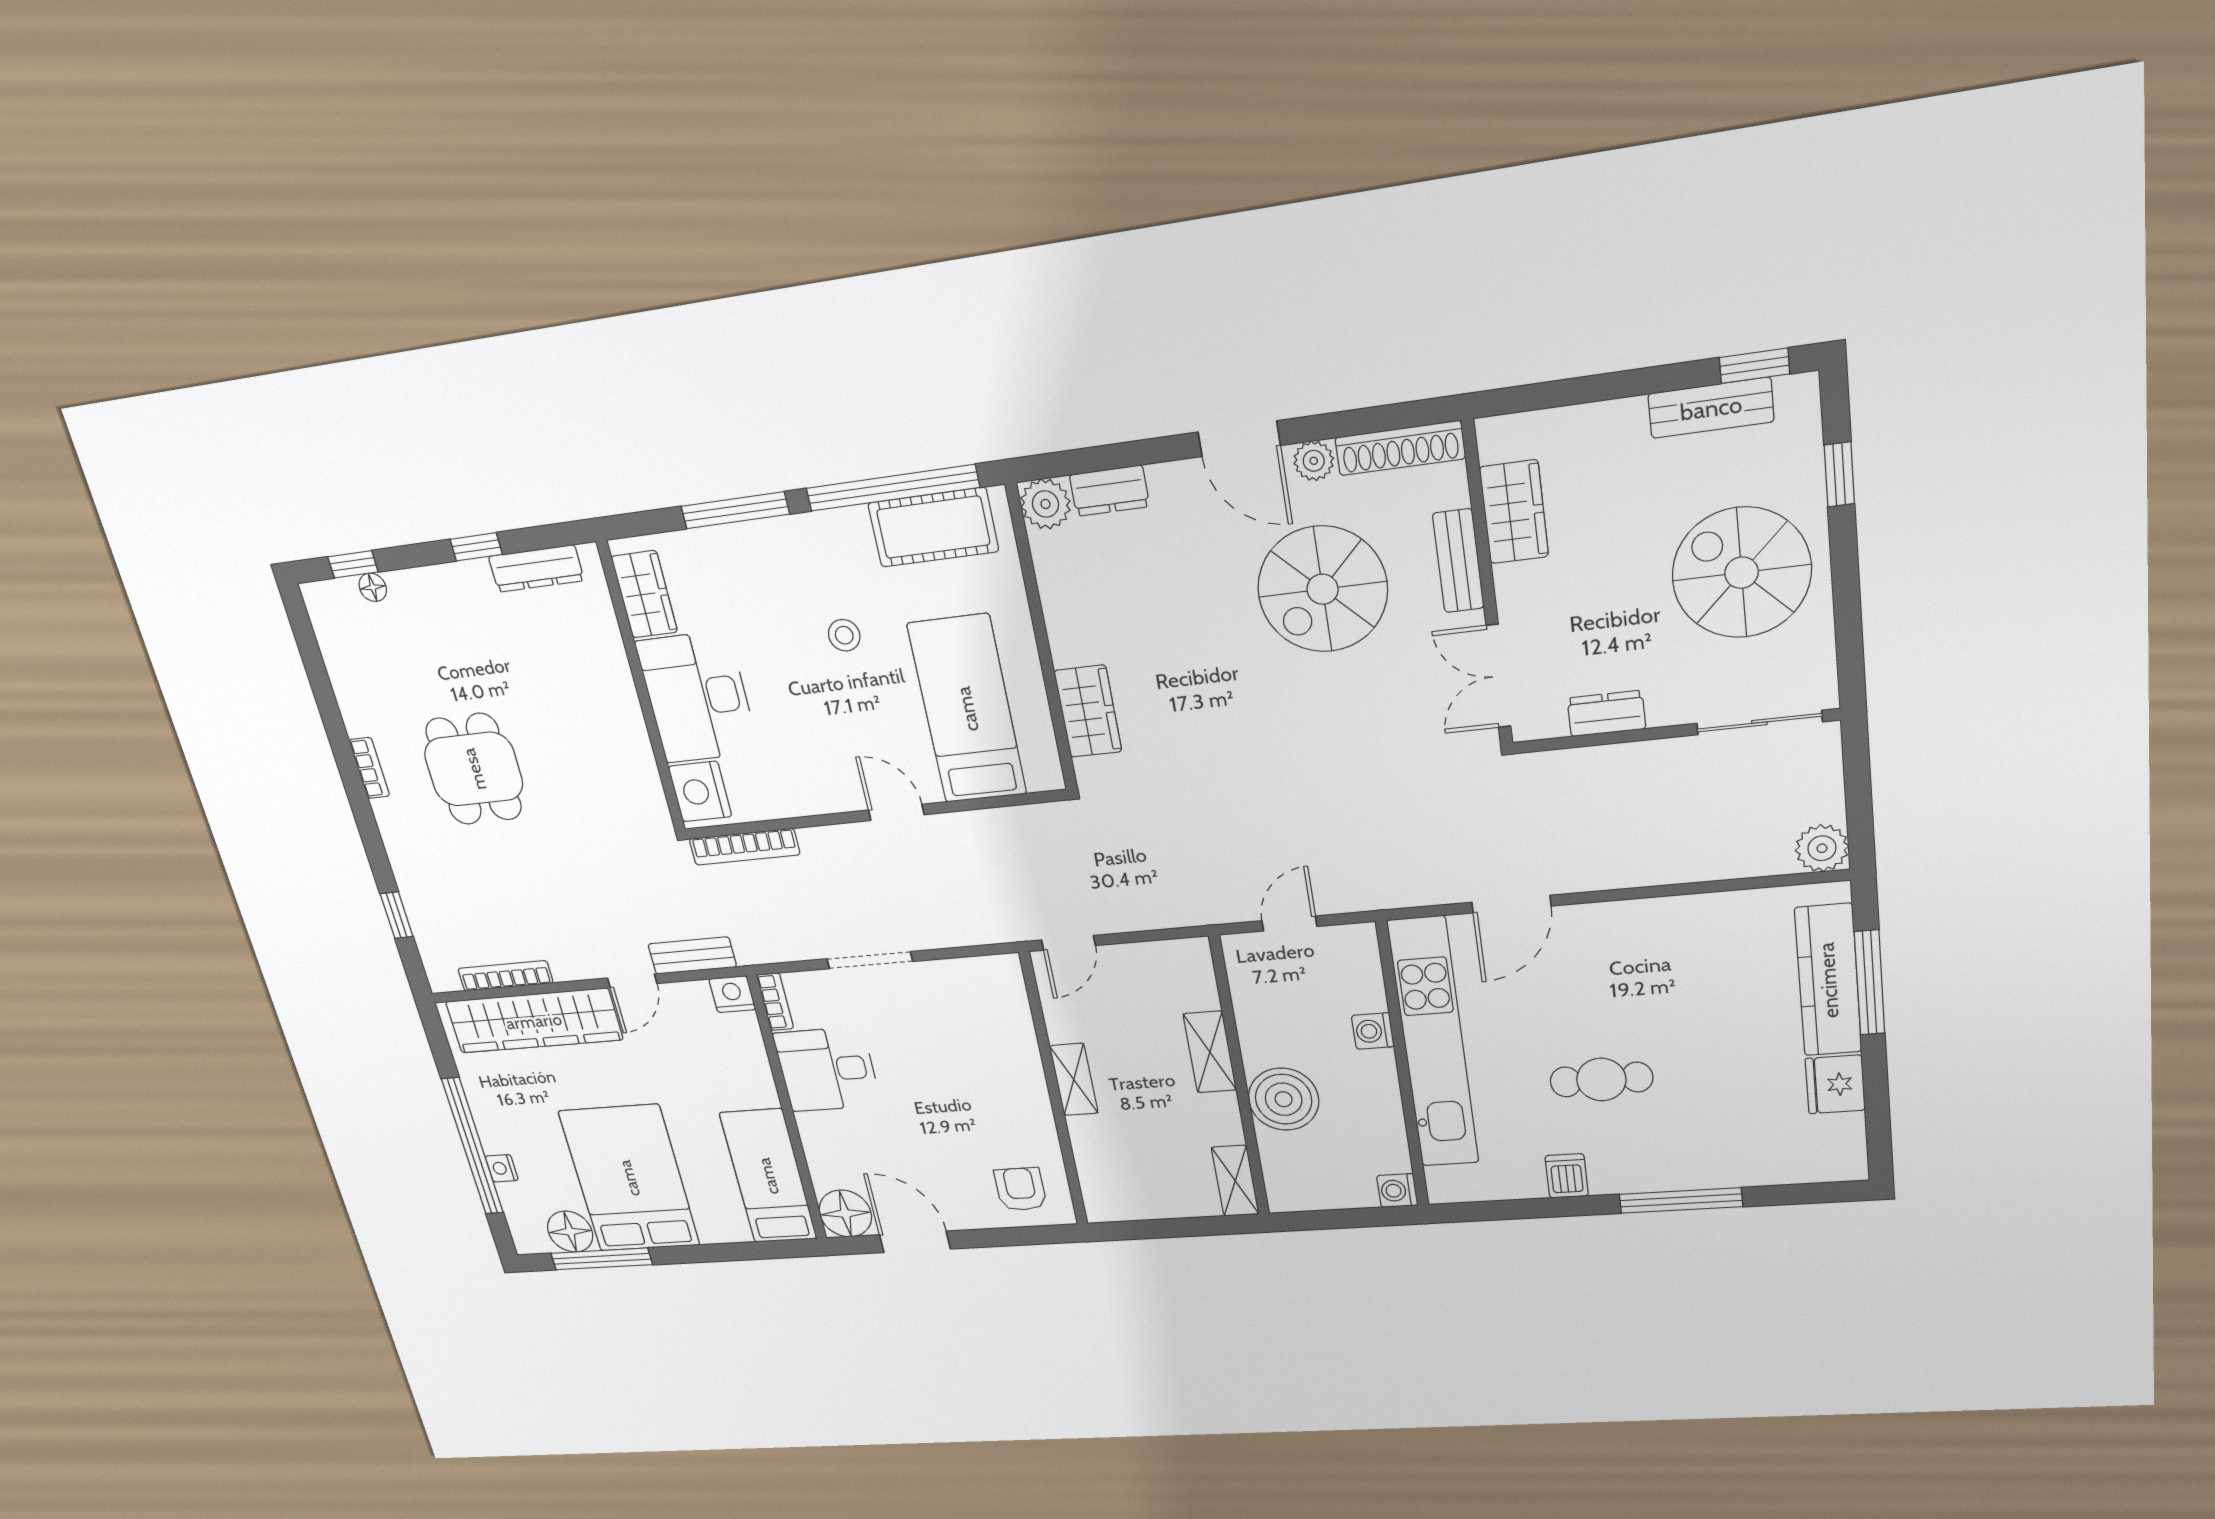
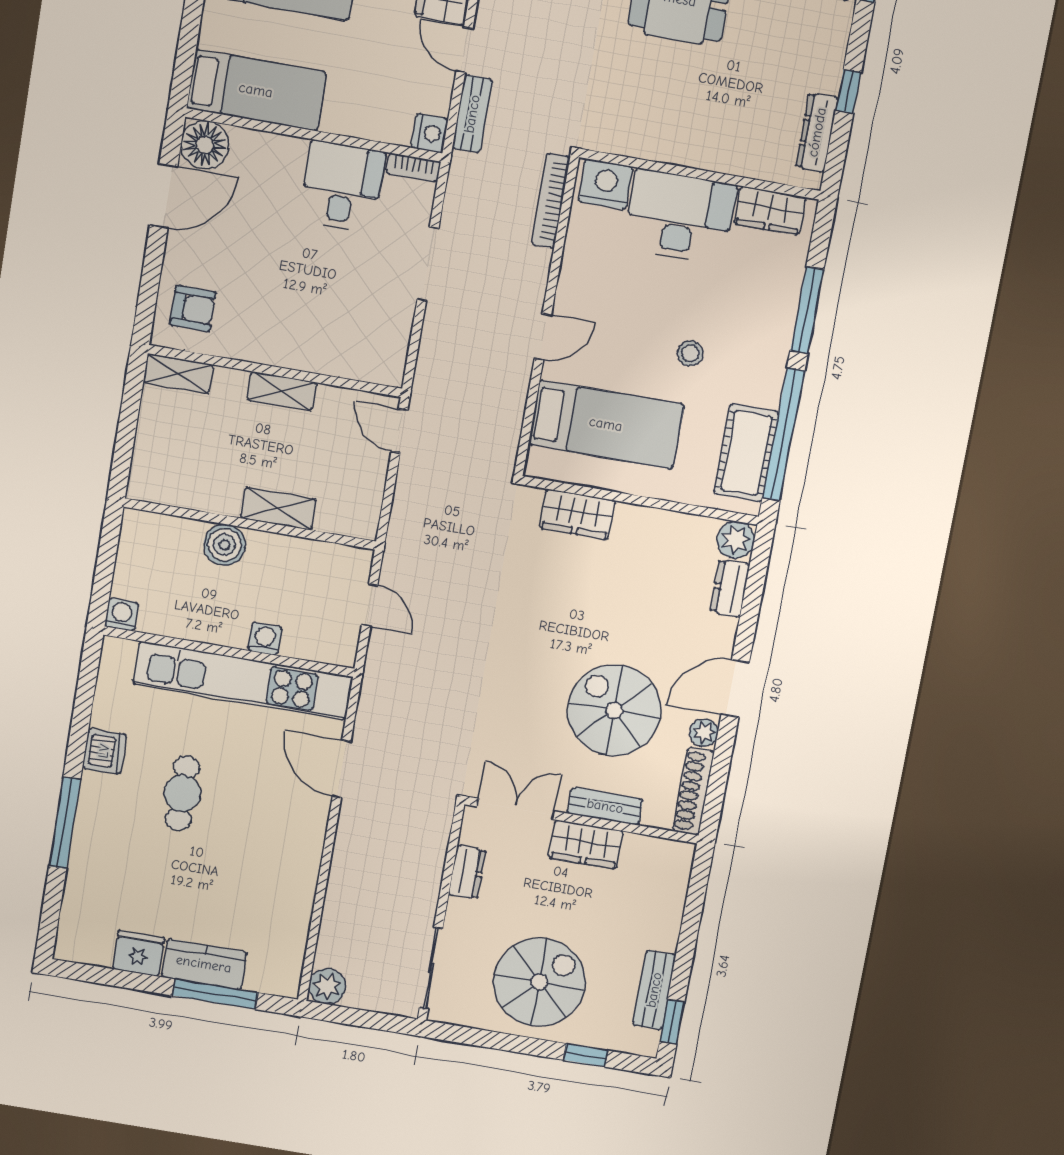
wardrobe: (1514, 512) -> (586, 845), moved
kitchen counter: (1828, 980) -> (204, 964), width x0.67
boiler: (1284, 1099) -> (224, 545), width x0.73, depth x0.73
dishwasher: (1567, 1176) -> (104, 751), width x1.38
shelving: (1235, 1181) -> (178, 374), moved

